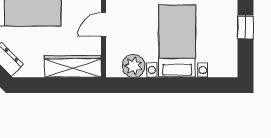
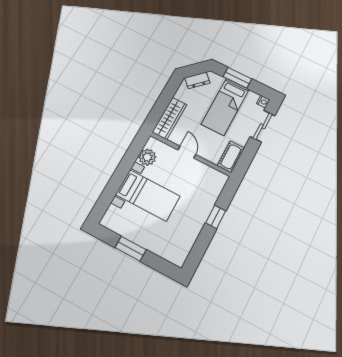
window: (245, 27) -> (131, 249), width x1.50

